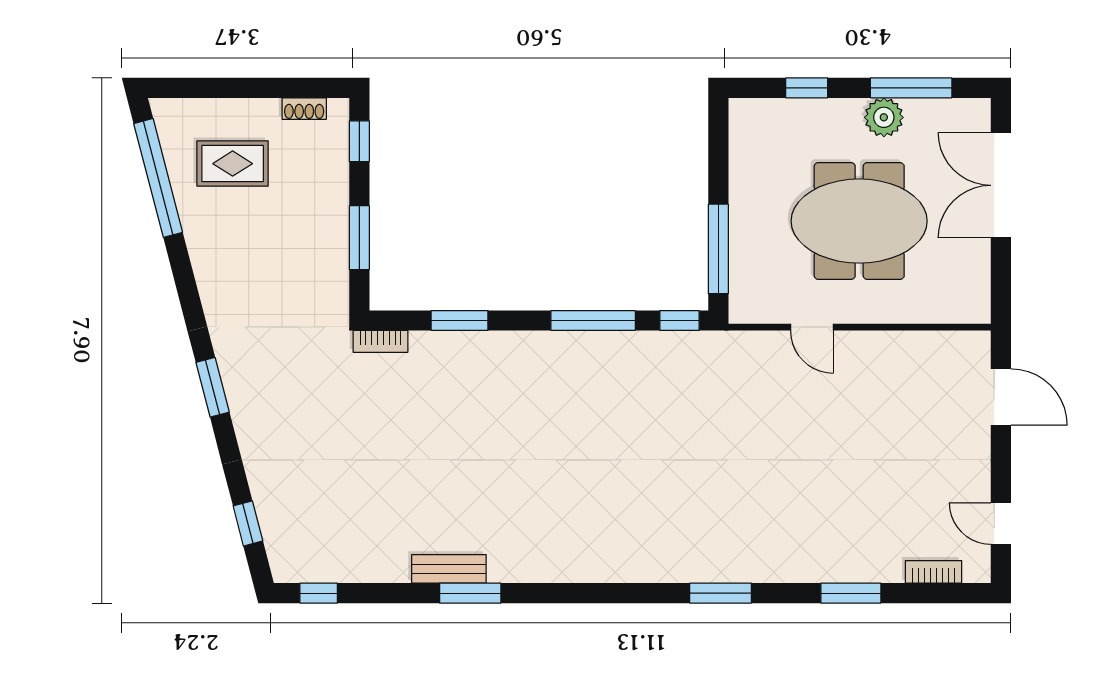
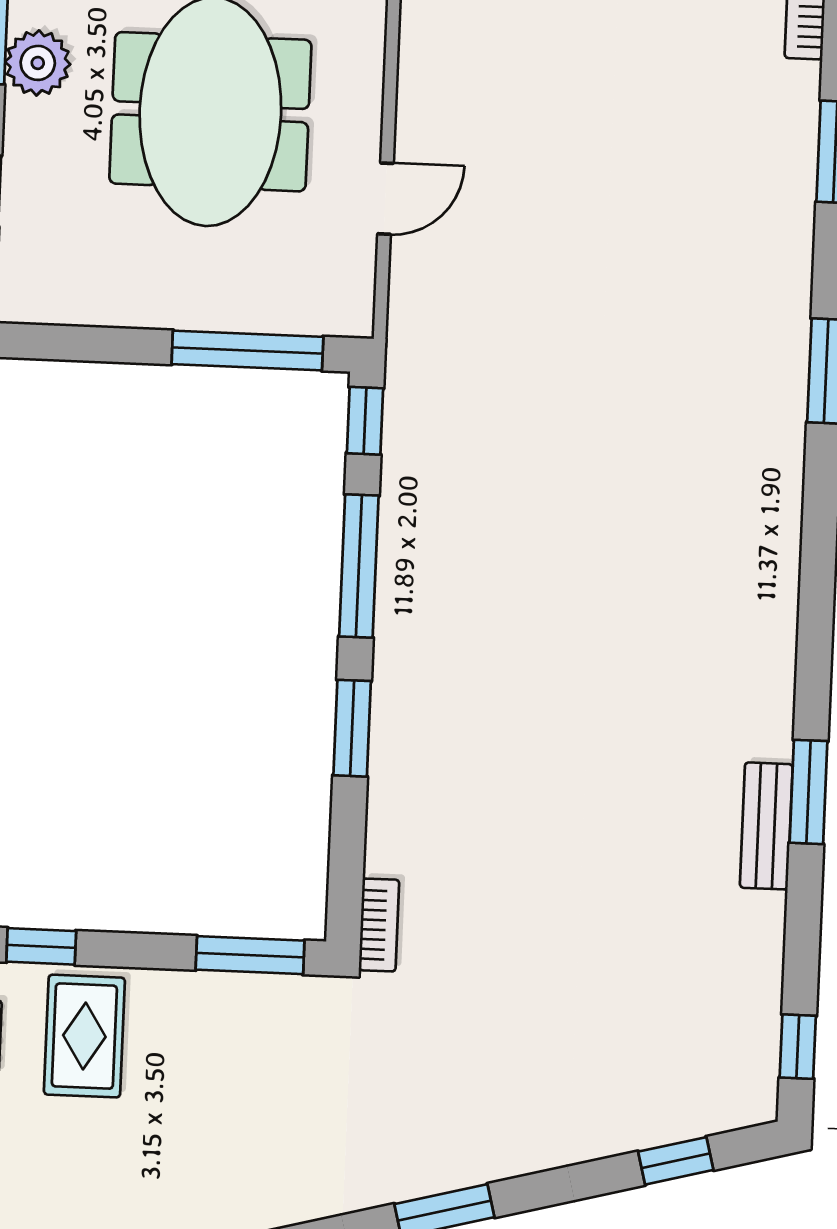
rug: (233, 164) -> (84, 1036), moved
window: (359, 238) -> (250, 955), moved
window: (460, 321) -> (352, 728), moved

